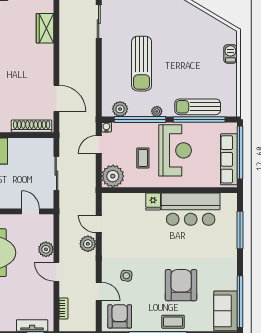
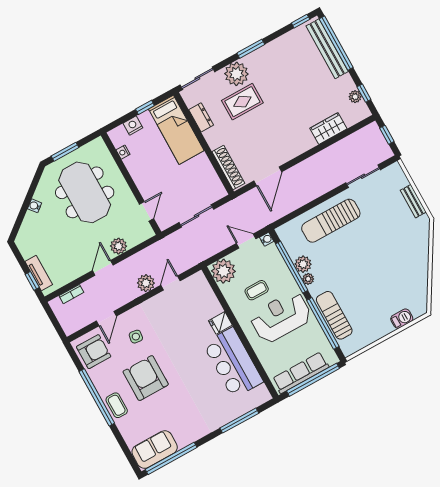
sun lounger: (142, 64) -> (331, 221), moved
plant: (120, 109) -> (303, 264), moved
reception desk: (175, 150) -> (281, 317), turned 180
armchair: (181, 285) -> (146, 378), moved, turned -90

